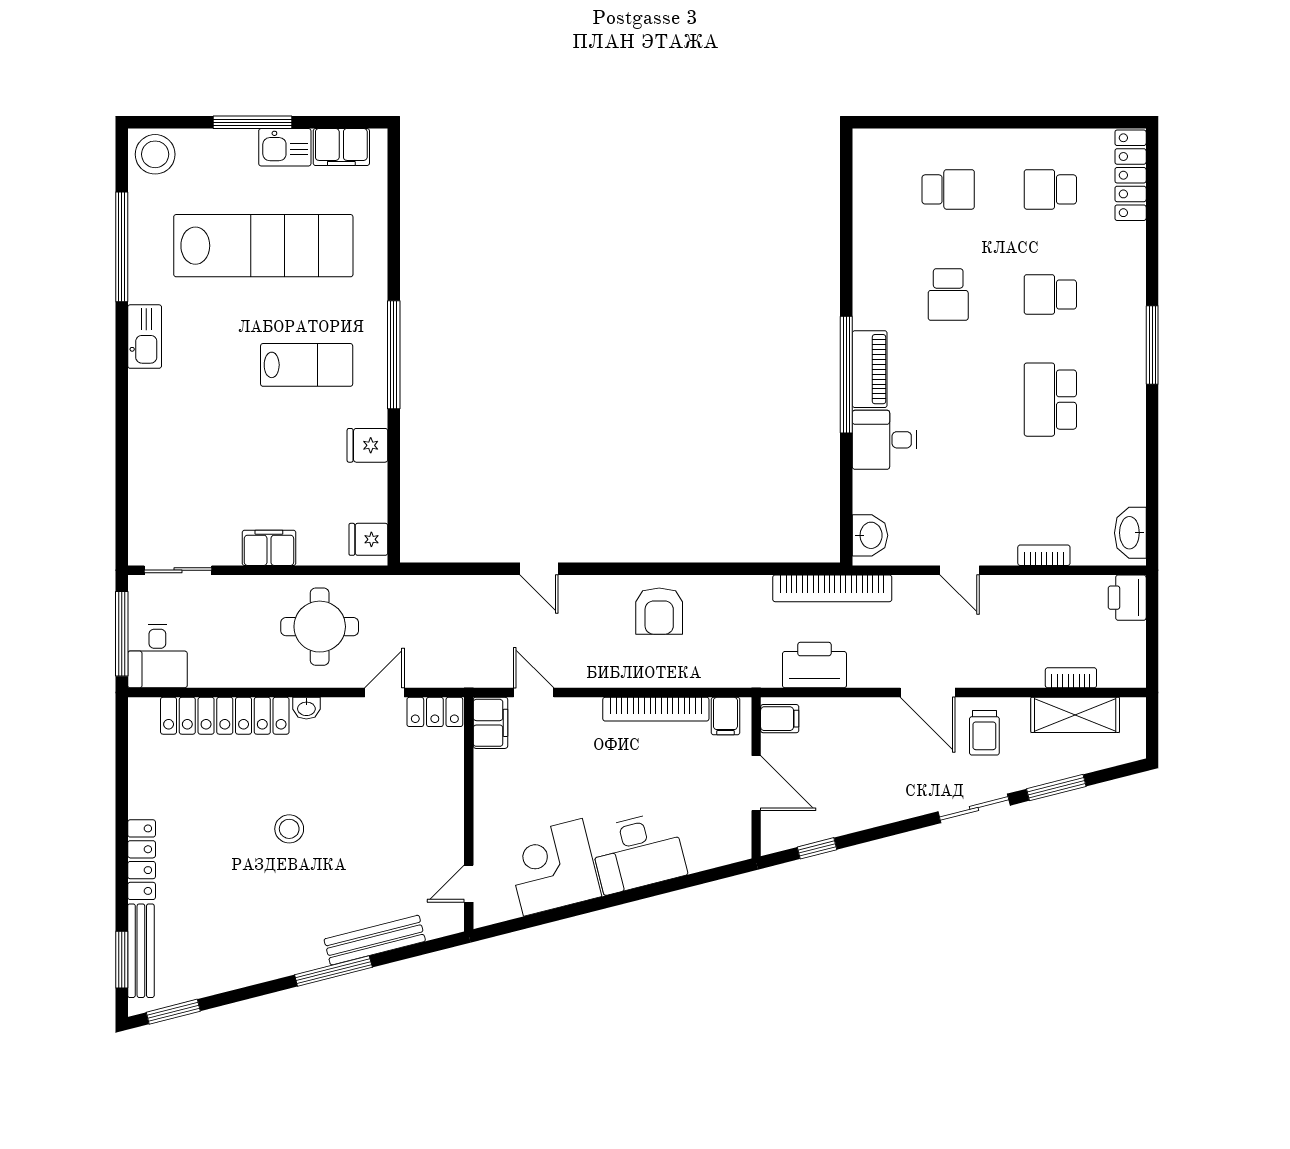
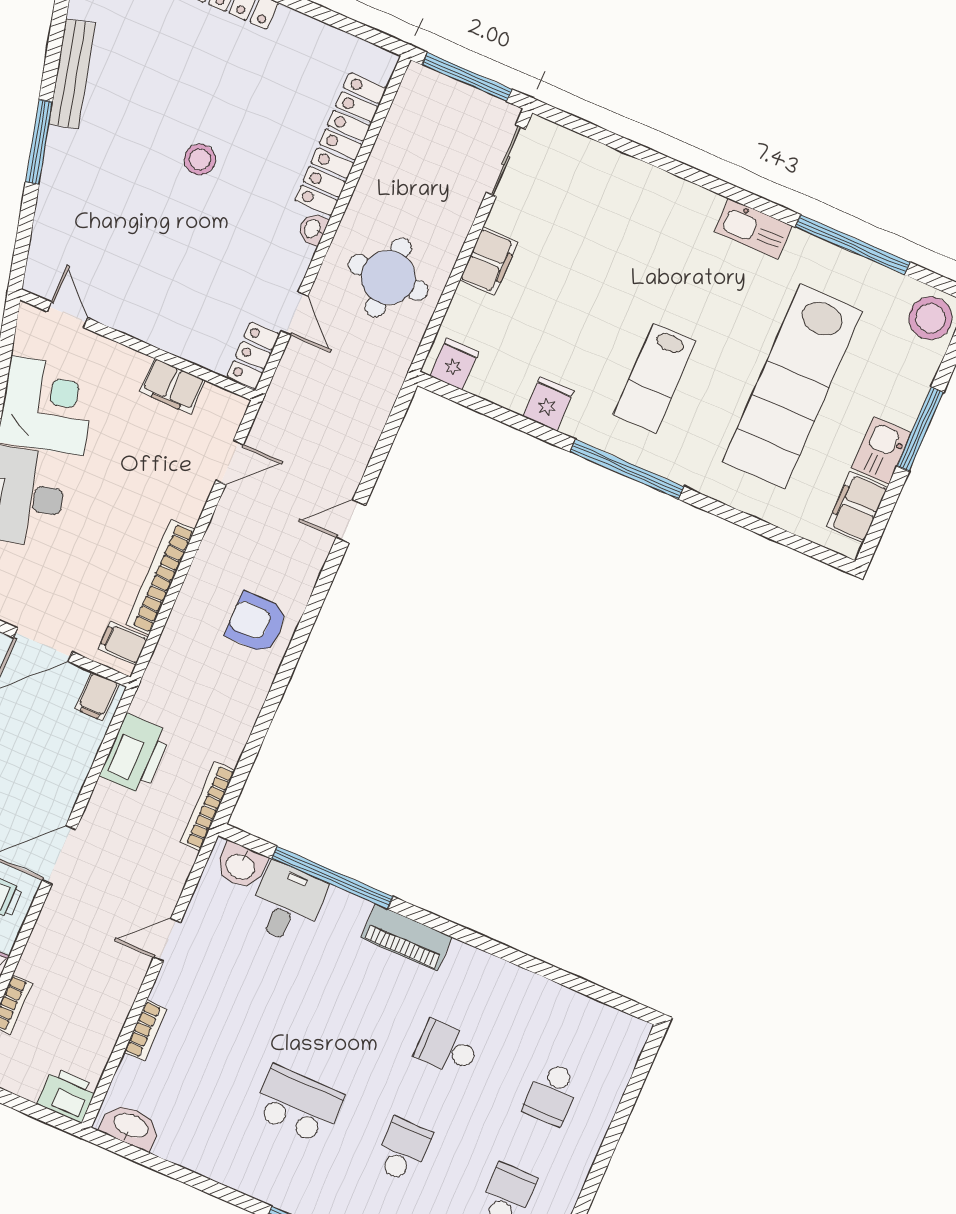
window: (846, 375) -> (332, 877), moved
desk: (884, 440) -> (287, 903), moved
bookcase: (832, 588) -> (207, 806), width x0.68, depth x0.76
desk: (157, 656) -> (429, 103), removed
filing cabinet: (490, 723) -> (172, 386), moved
bench: (375, 940) -> (72, 74), moved

